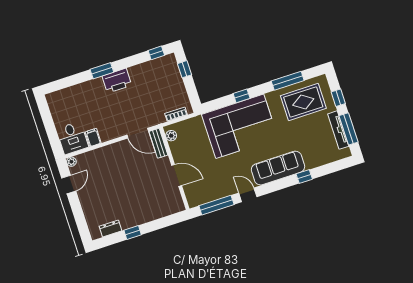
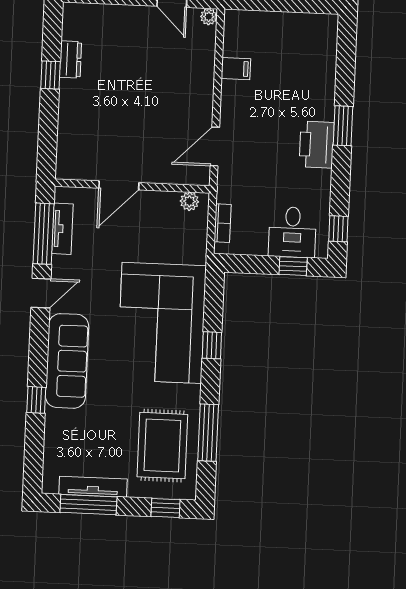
window: (338, 98) -> (165, 508), moved
desk: (72, 138) -> (292, 232), moved, turned -90
bench: (158, 143) -> (185, 175), removed
tv unit: (210, 196) -> (62, 229), added
dresser: (110, 229) -> (70, 59), moved

